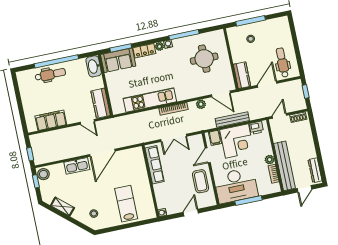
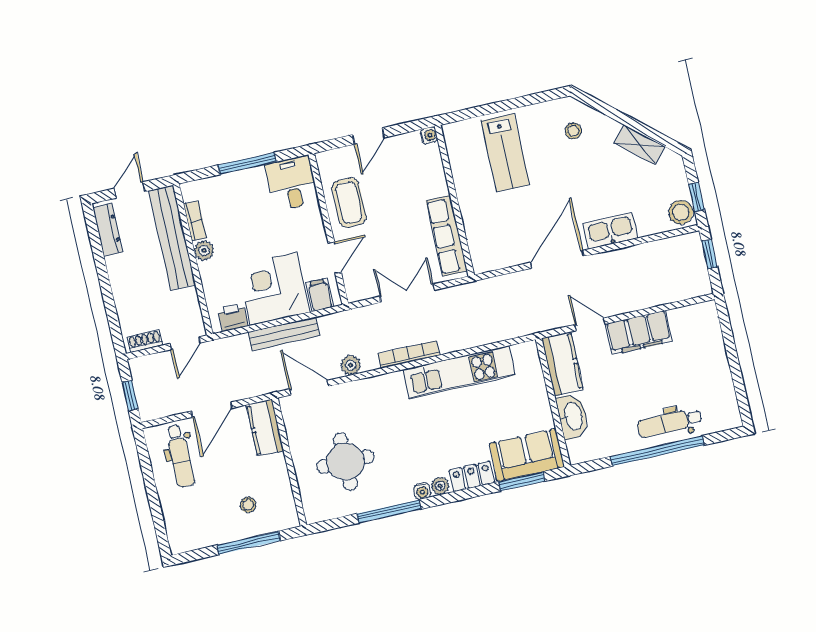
washbasin: (94, 66) -> (573, 416), moved
filing cabinet: (51, 120) -> (639, 333), moved
desk: (236, 185) -> (292, 183), width x0.53, depth x0.77

